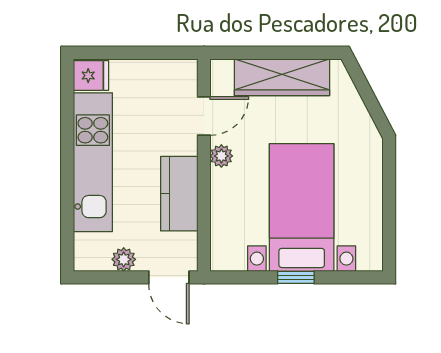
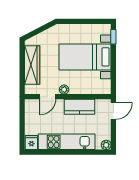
door: (204, 116) -> (48, 97), swing flipped
plant: (124, 259) -> (106, 145), moved
window: (296, 277) -> (113, 37), moved

